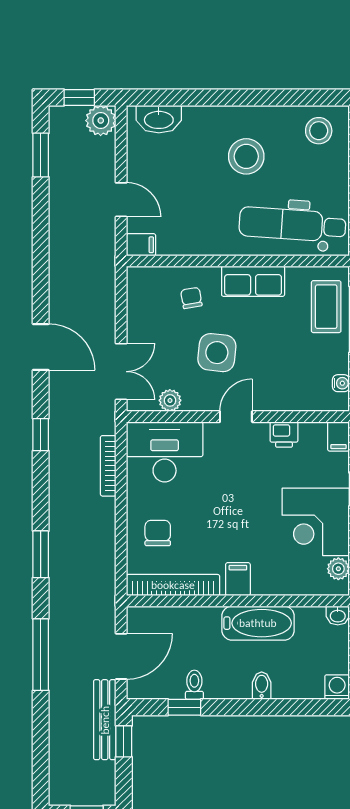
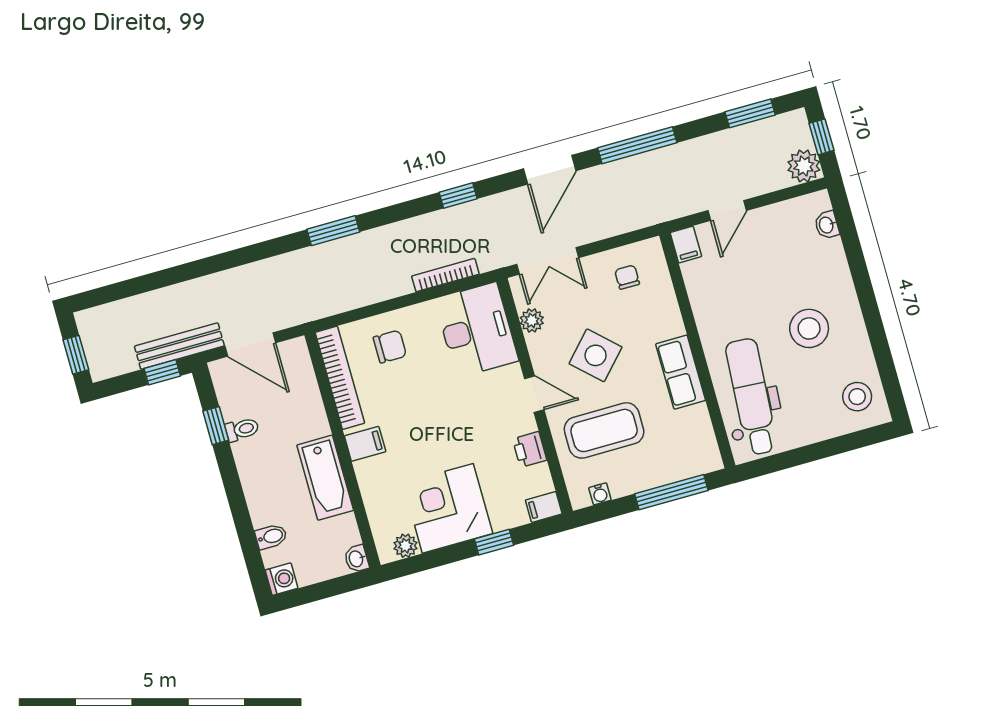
washbasin: (159, 119) -> (827, 225), width x0.52, depth x0.69
chair: (191, 298) -> (627, 277), moved, turned -80
coffee table: (326, 307) -> (604, 430), moved, width x1.36, depth x1.32
side table: (217, 353) -> (596, 355), turned 37
window: (41, 655) -> (637, 145), moved
bidet: (262, 686) -> (271, 536), moved

